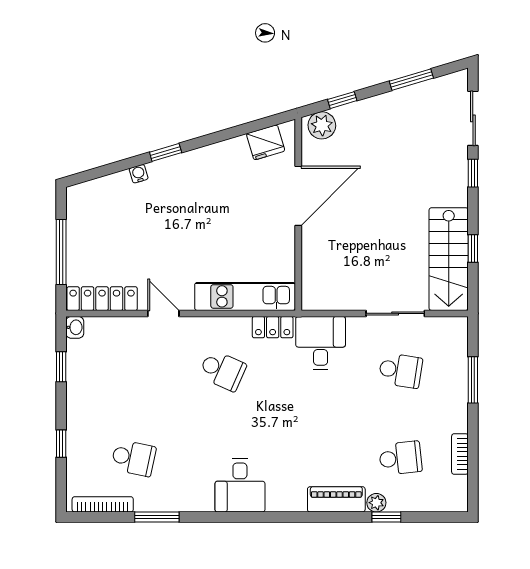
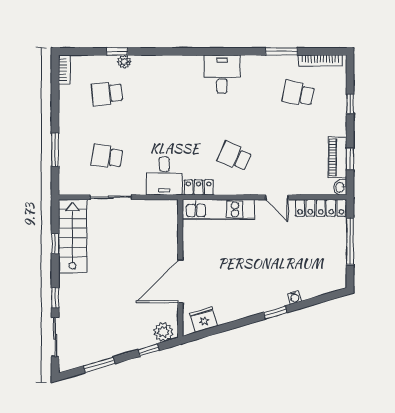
bookcase: (460, 454) -> (64, 70), moved
piano: (336, 499) -> (337, 157), moved, turned 90

